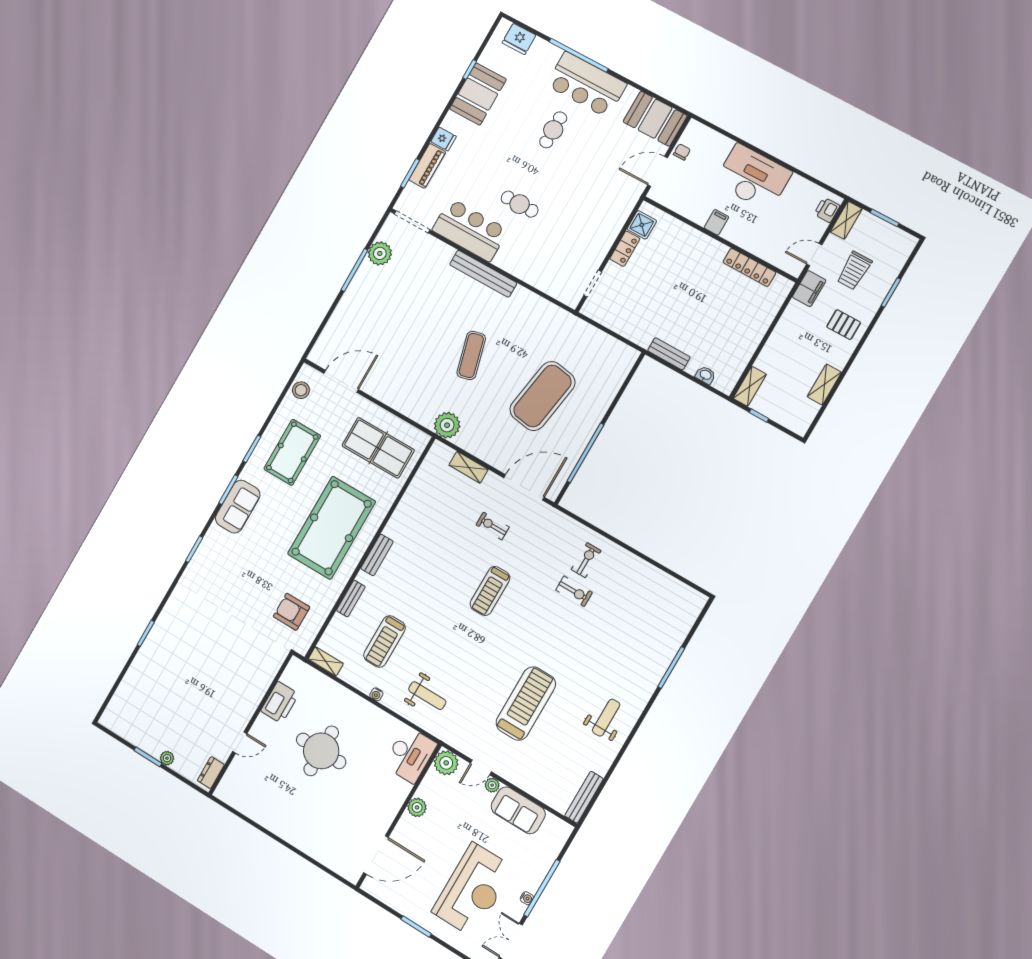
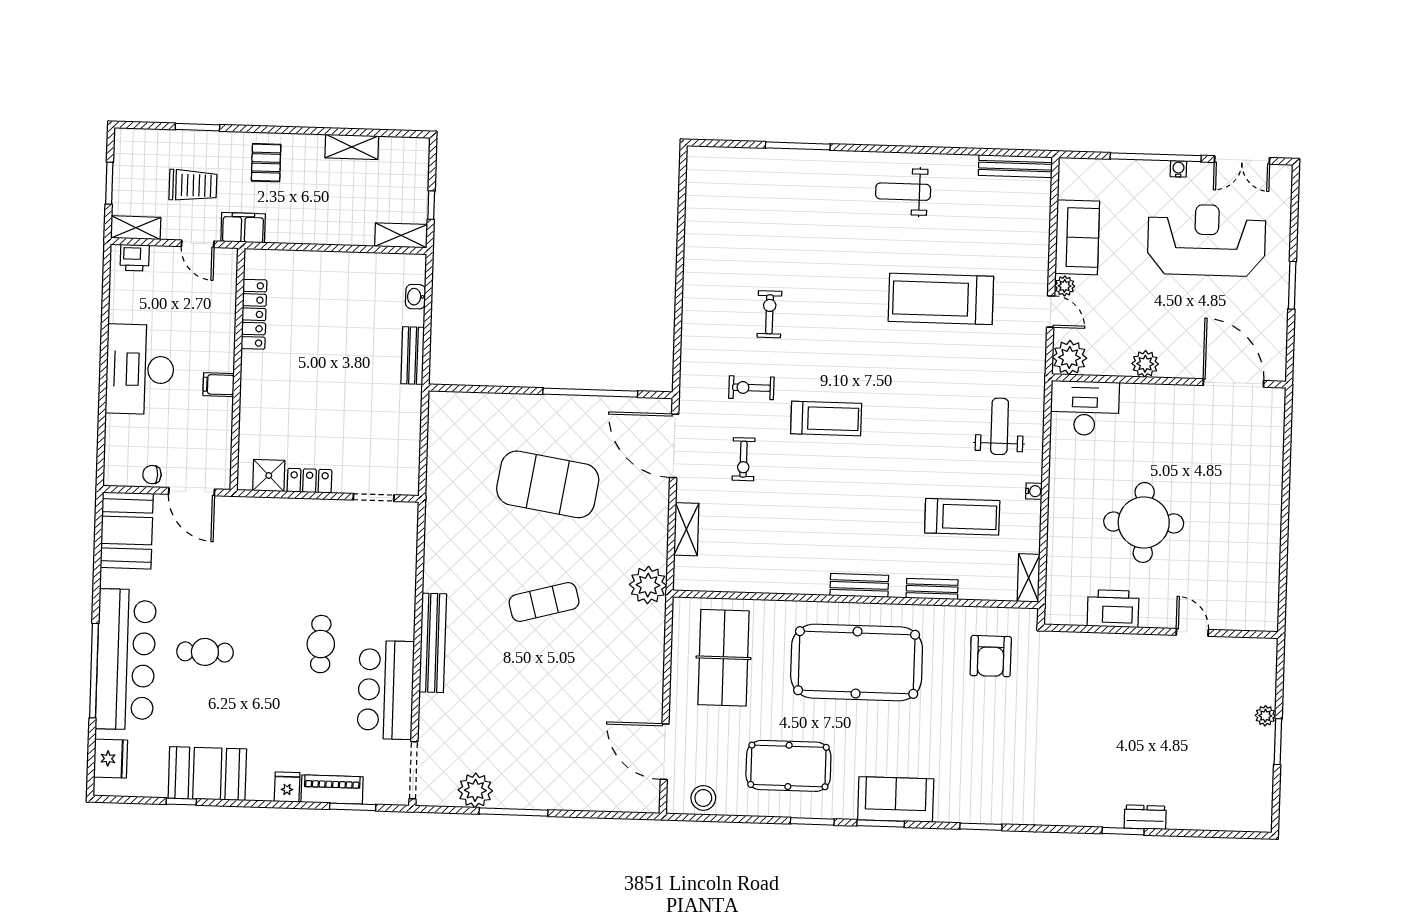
bar counter: (586, 85) -> (126, 659), width x1.36
exercise bike: (586, 560) -> (751, 388), moved
dresser: (211, 773) -> (1145, 817), moved, turned 180

